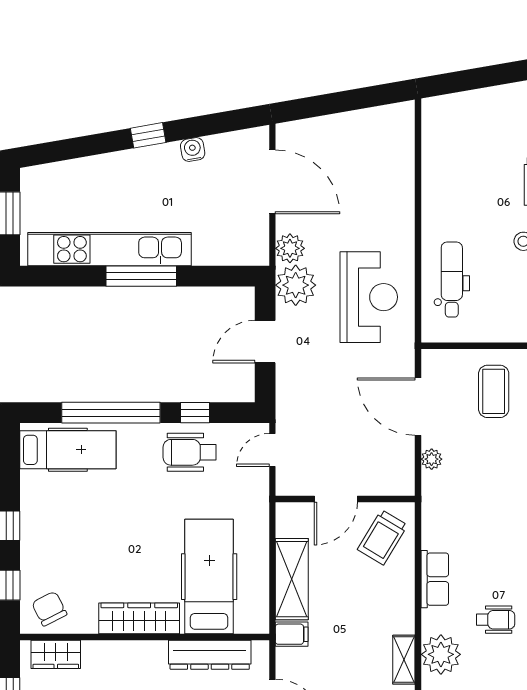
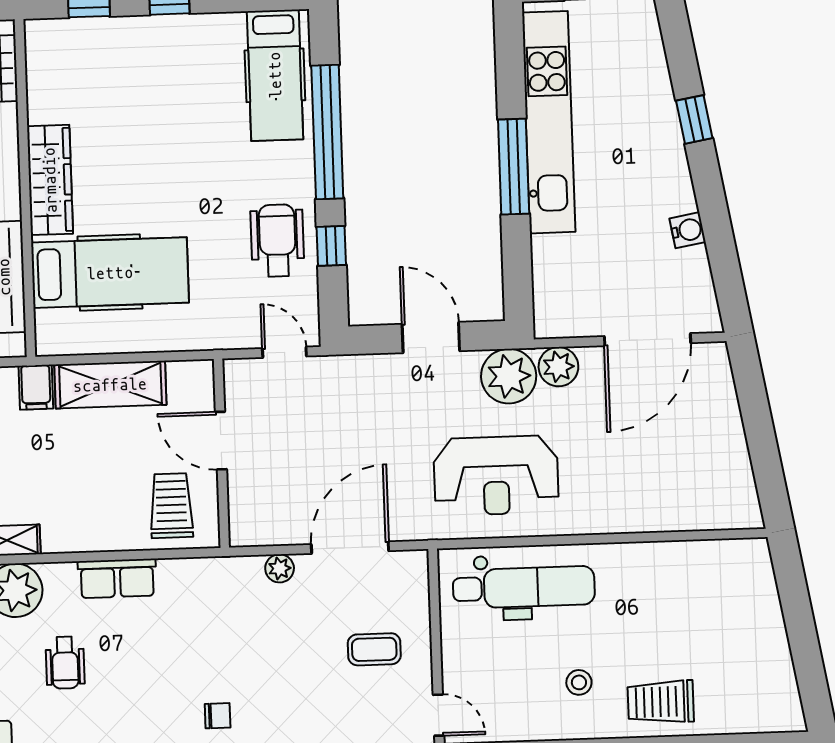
window: (148, 135) -> (694, 119), moved
dental chair: (452, 279) -> (524, 587), width x1.36, depth x1.38
coffee table: (494, 391) -> (374, 649), width x0.73, depth x0.77
trolley: (382, 537) -> (171, 506), turned 59
chair: (49, 609) -> (59, 58), removed

